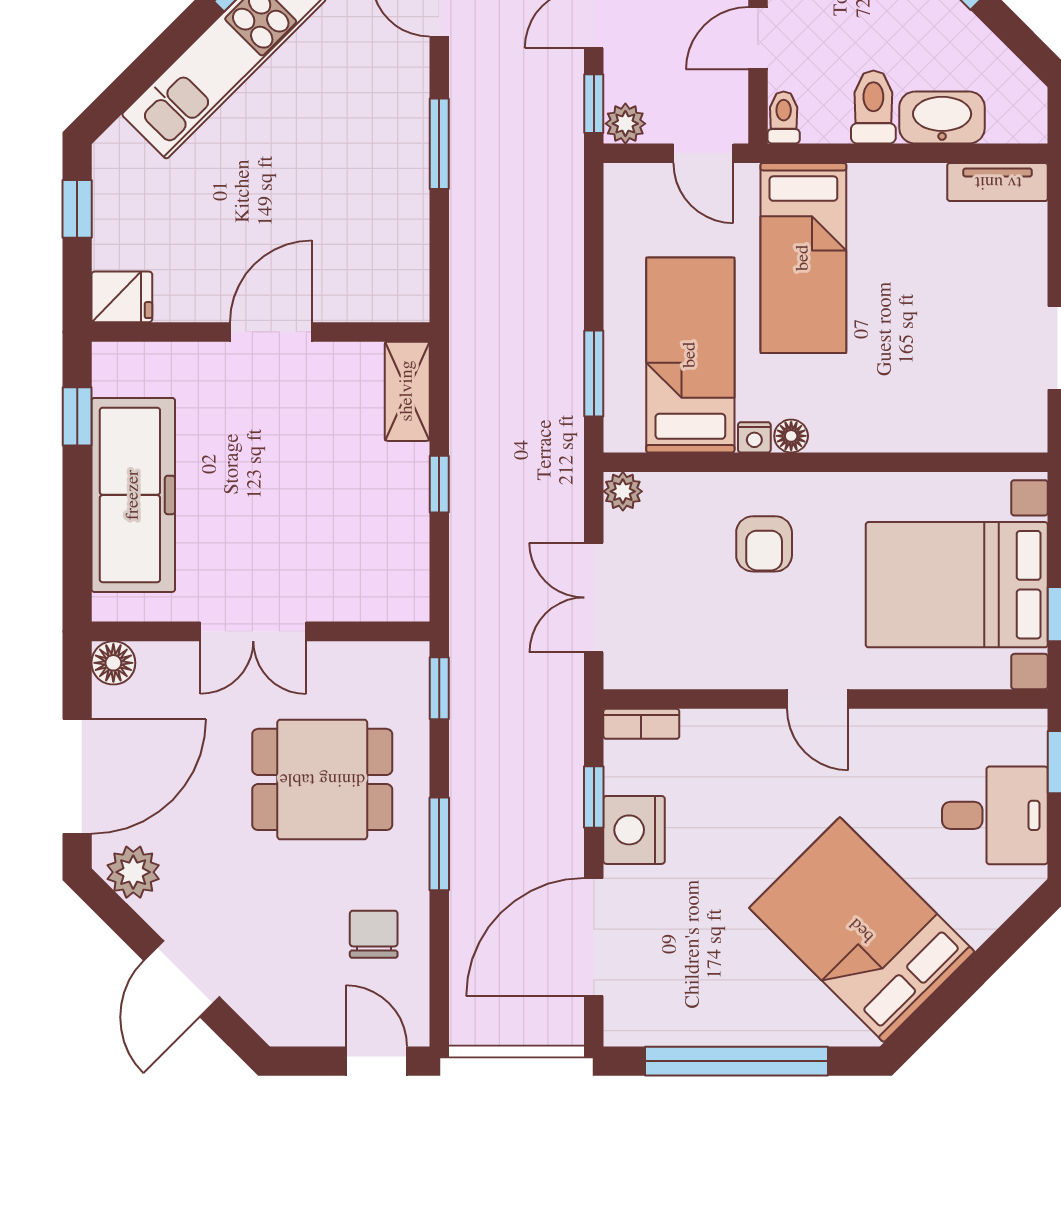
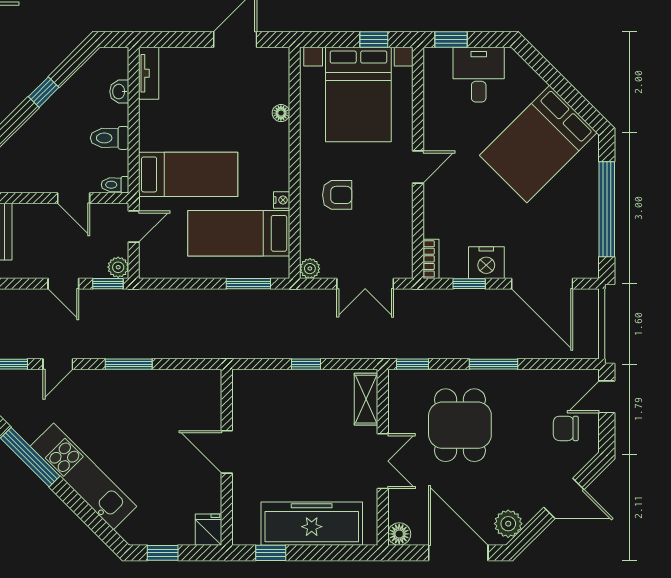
washbasin: (942, 118) -> (119, 92), width x0.52, depth x0.69
shelving: (407, 391) -> (366, 399), moved, turned 90
floor lamp: (791, 436) -> (281, 113), moved
chair: (374, 934) -> (566, 428), moved

